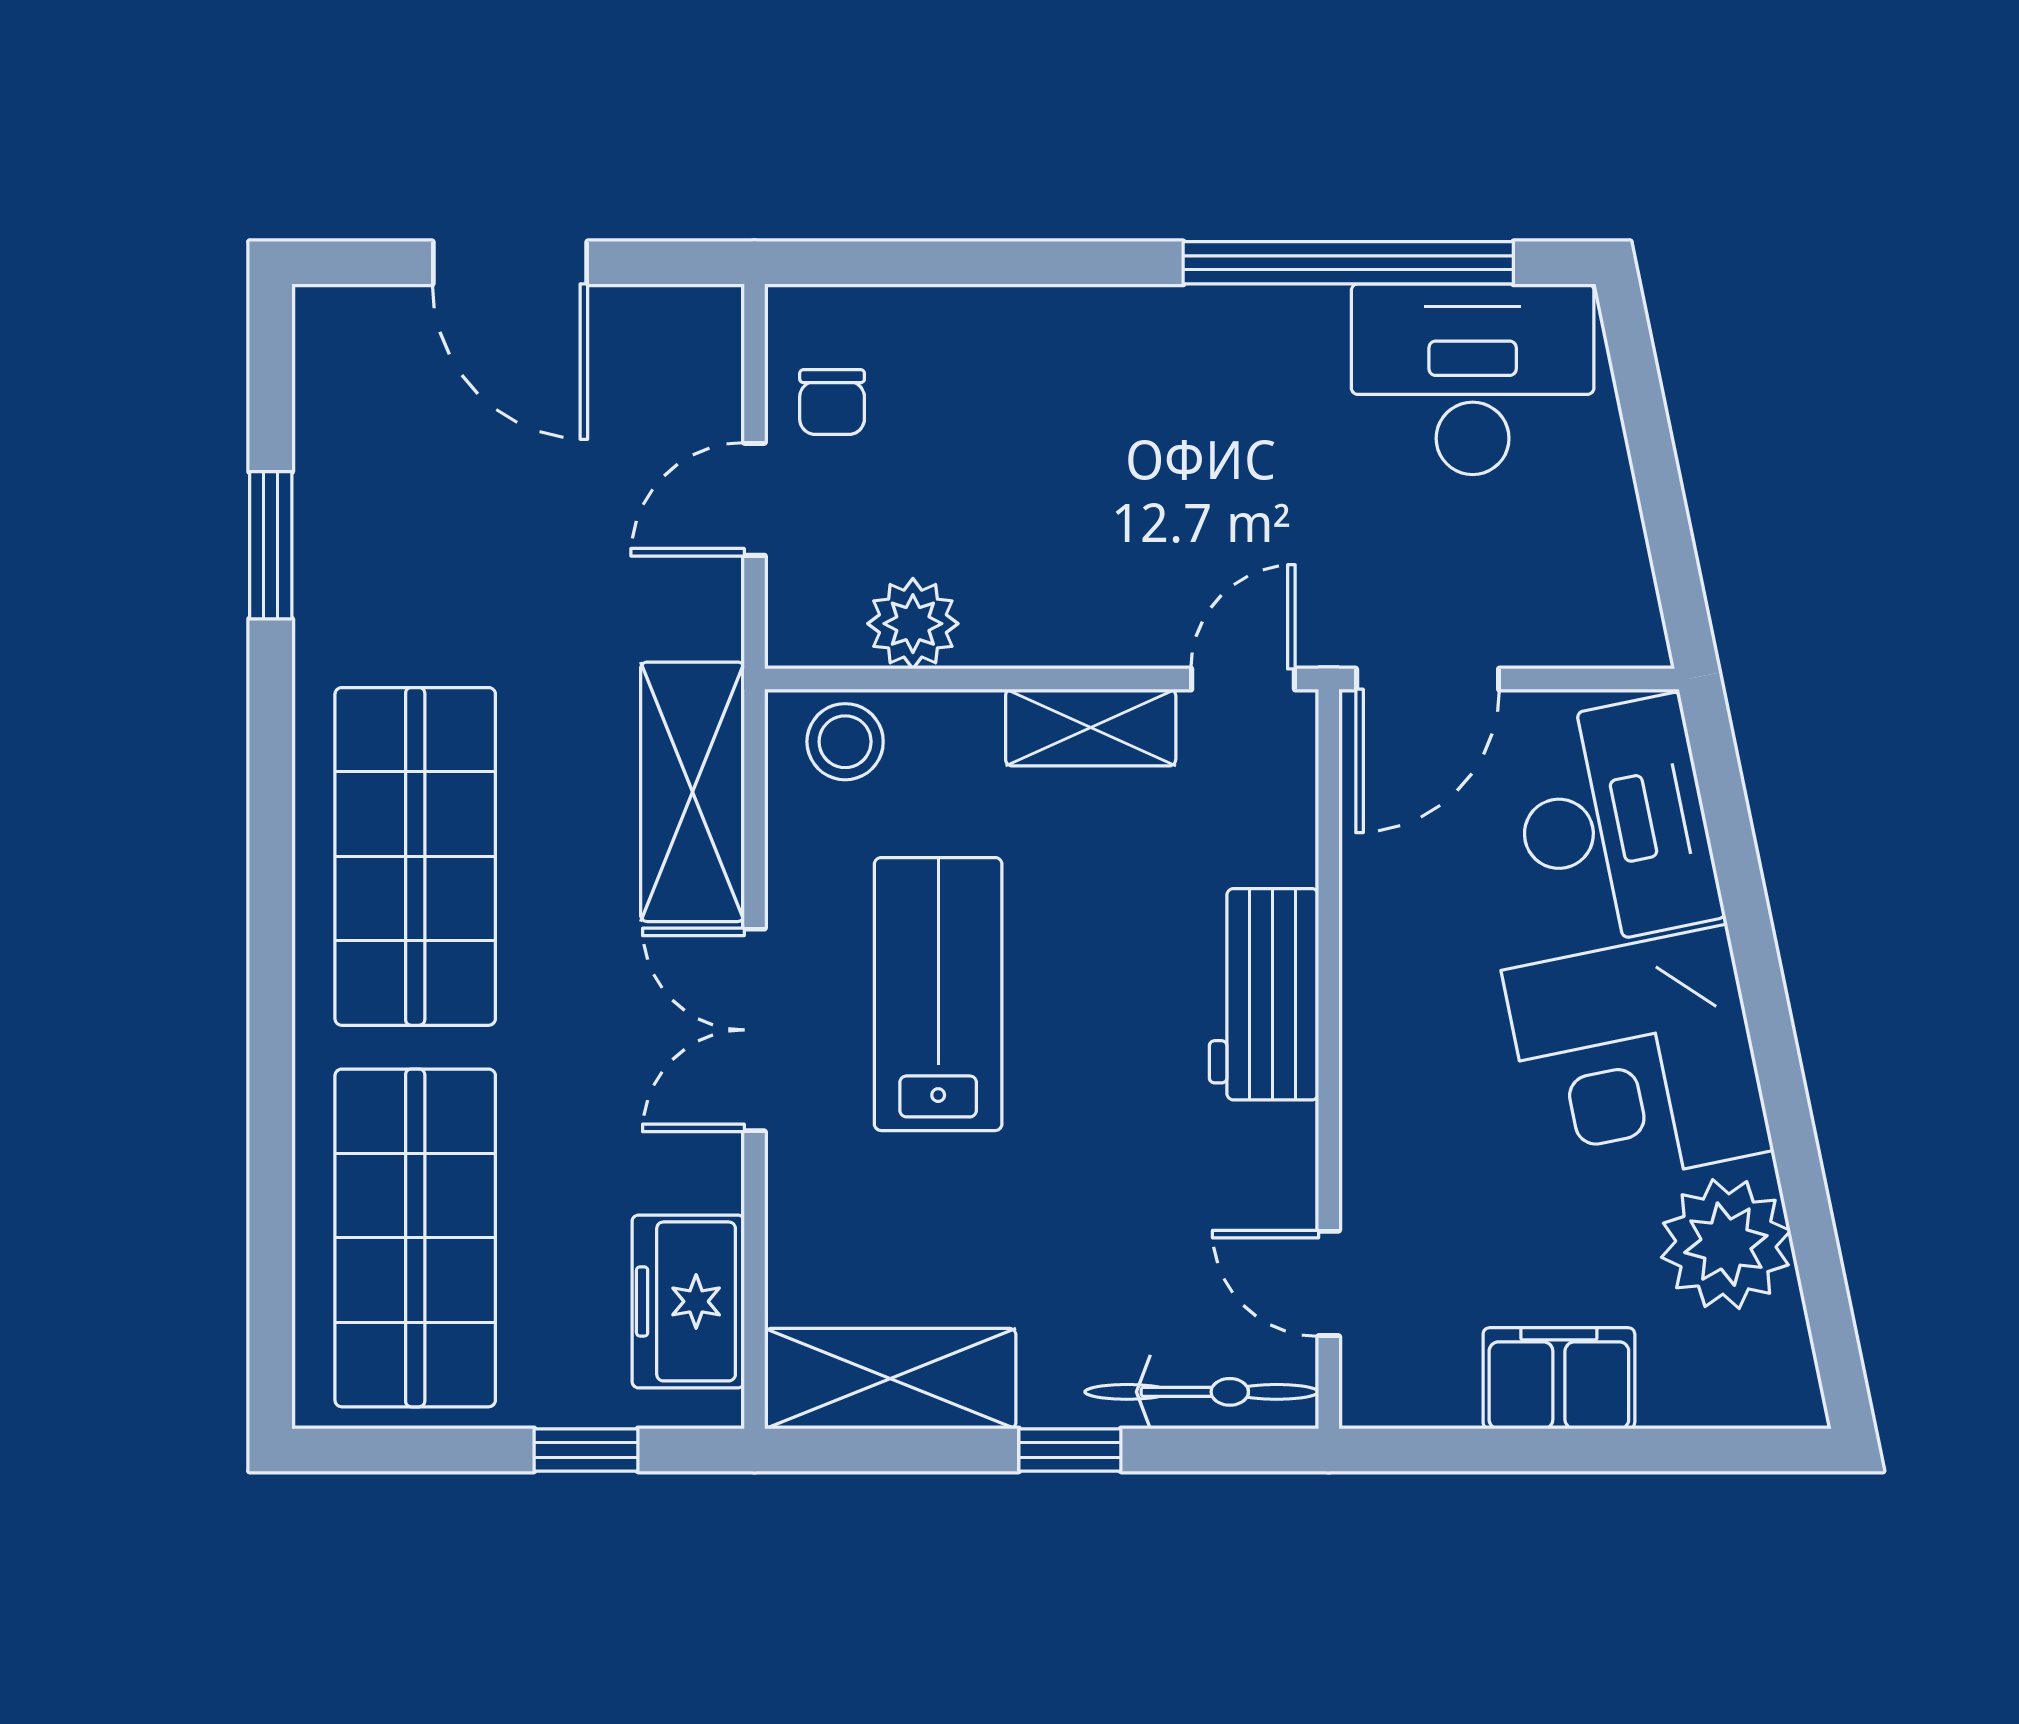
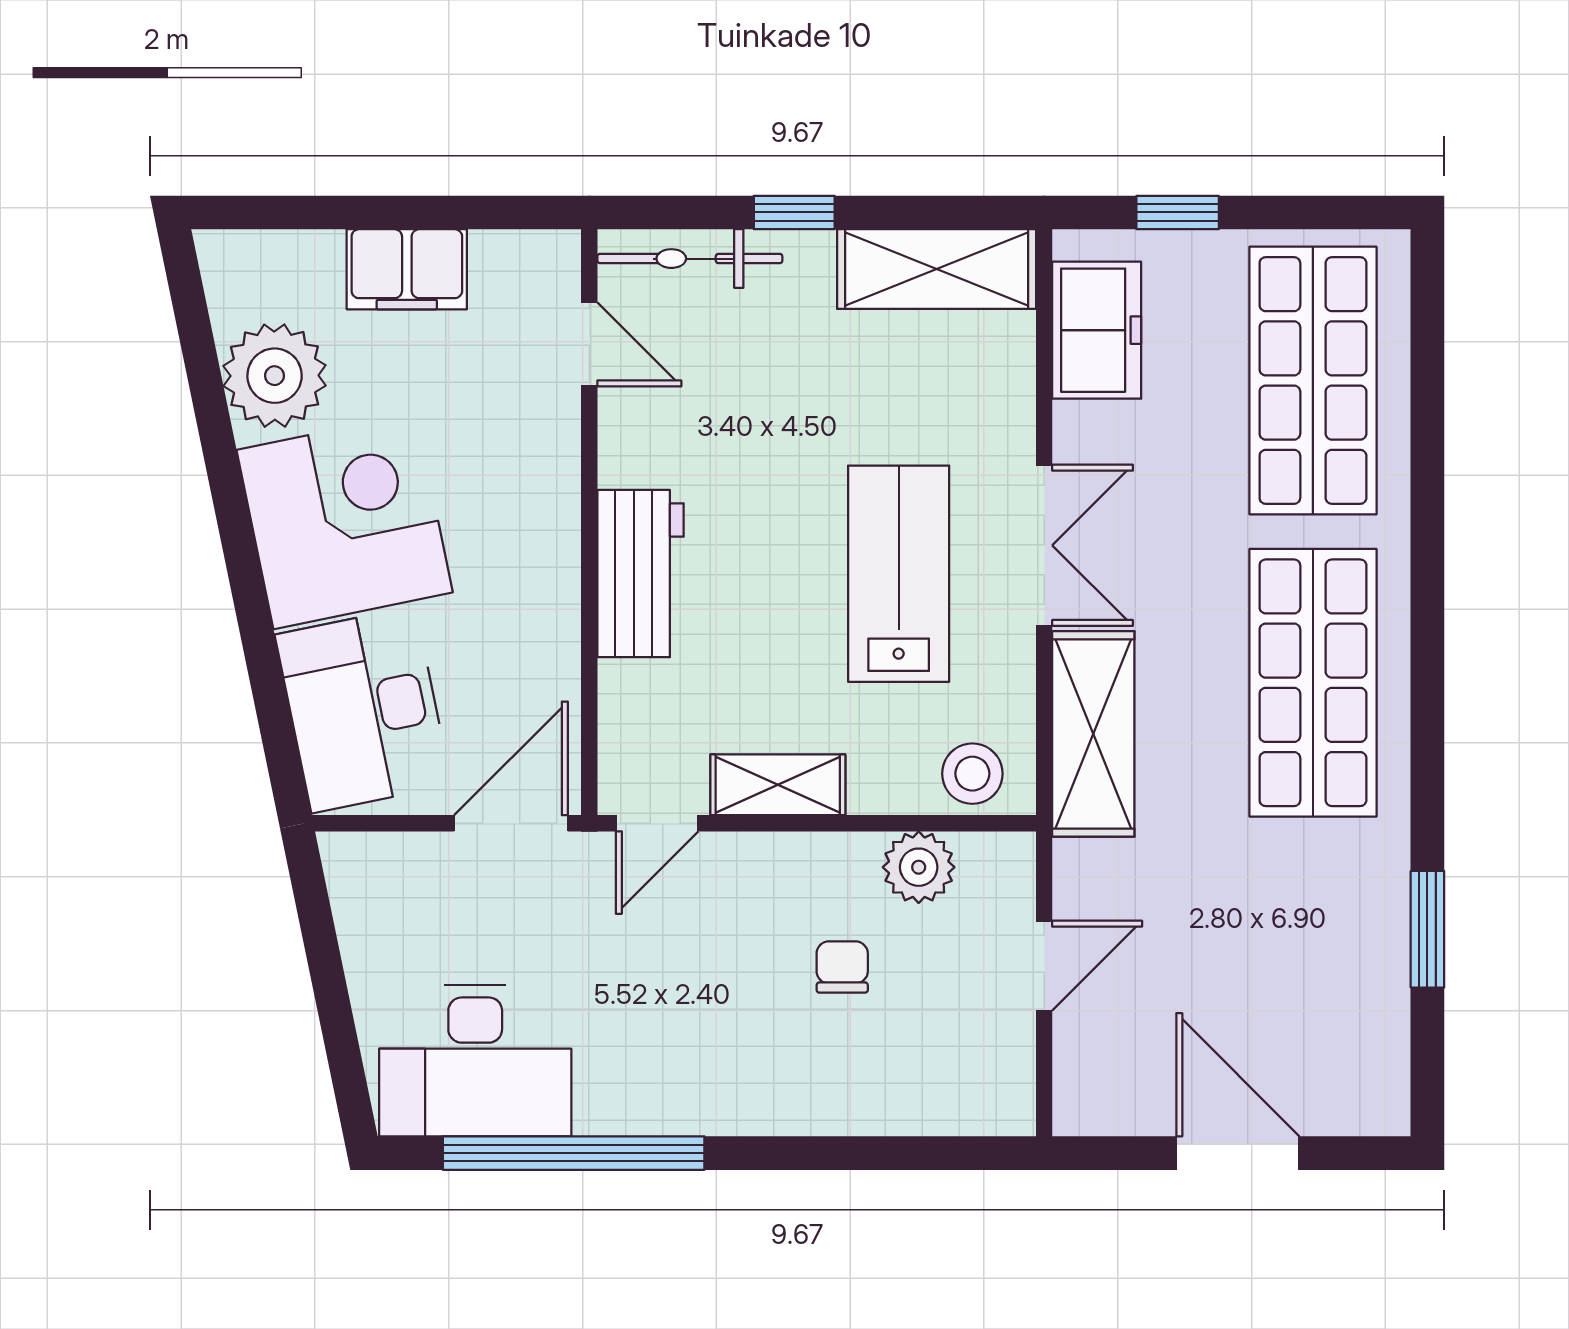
chair: (832, 402) -> (842, 967), moved
lab bench: (938, 994) -> (899, 574), turned 180

